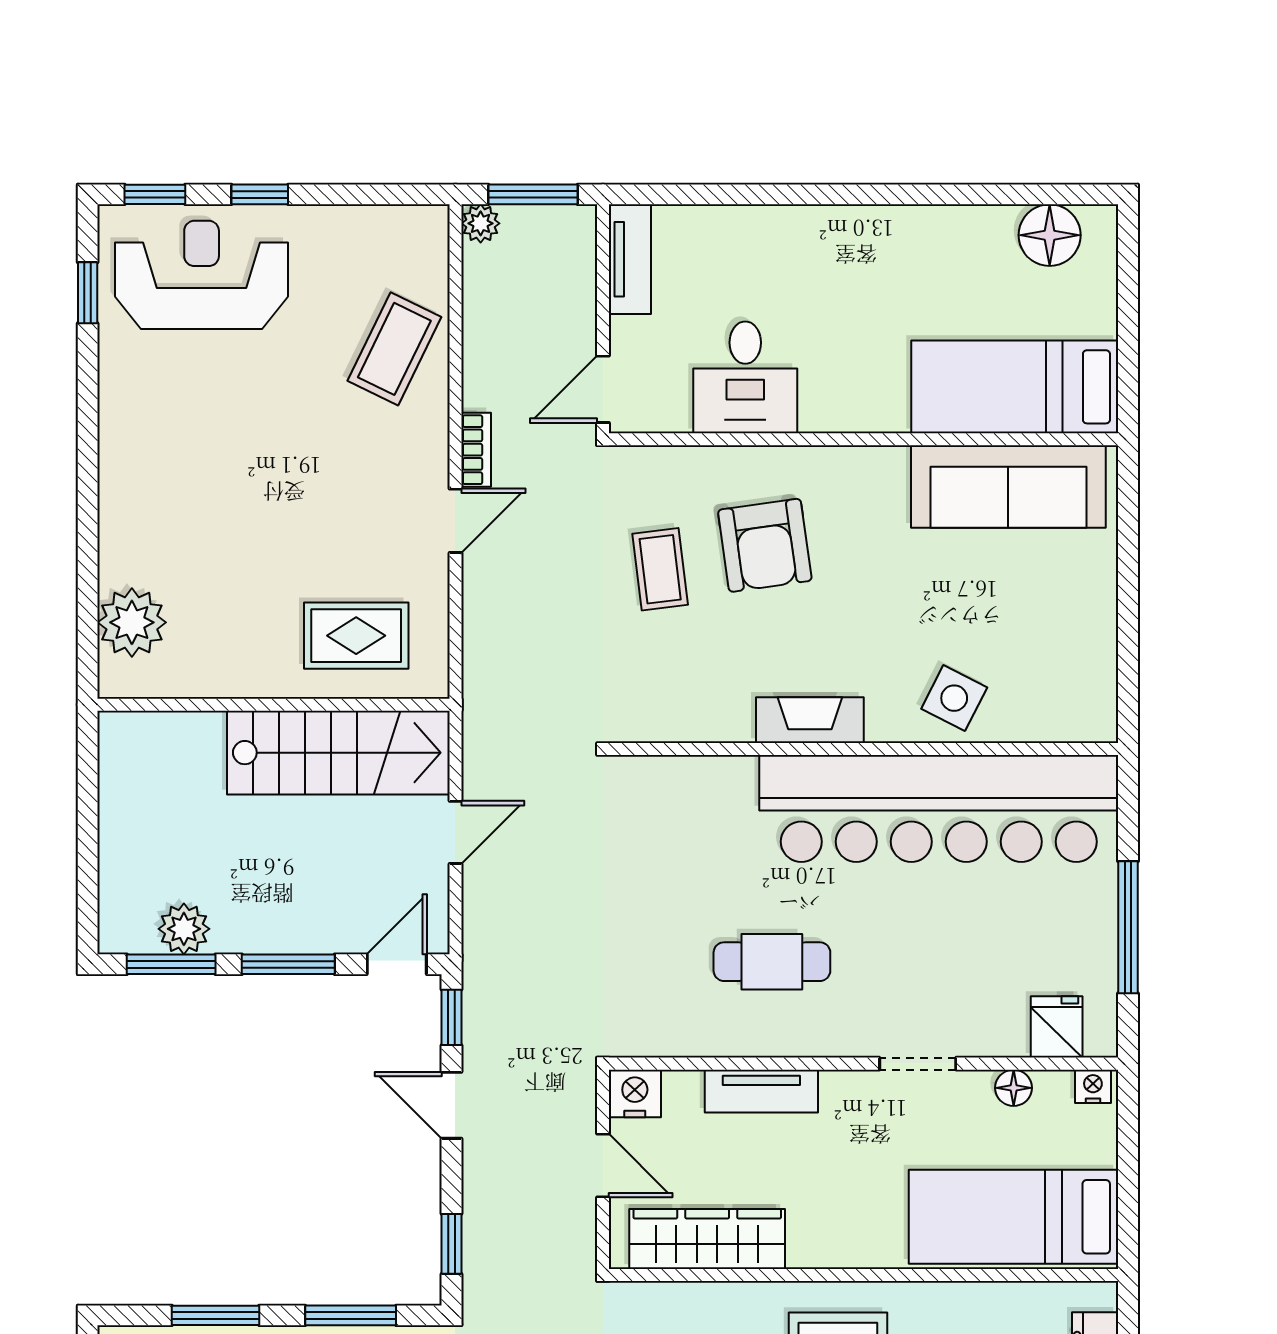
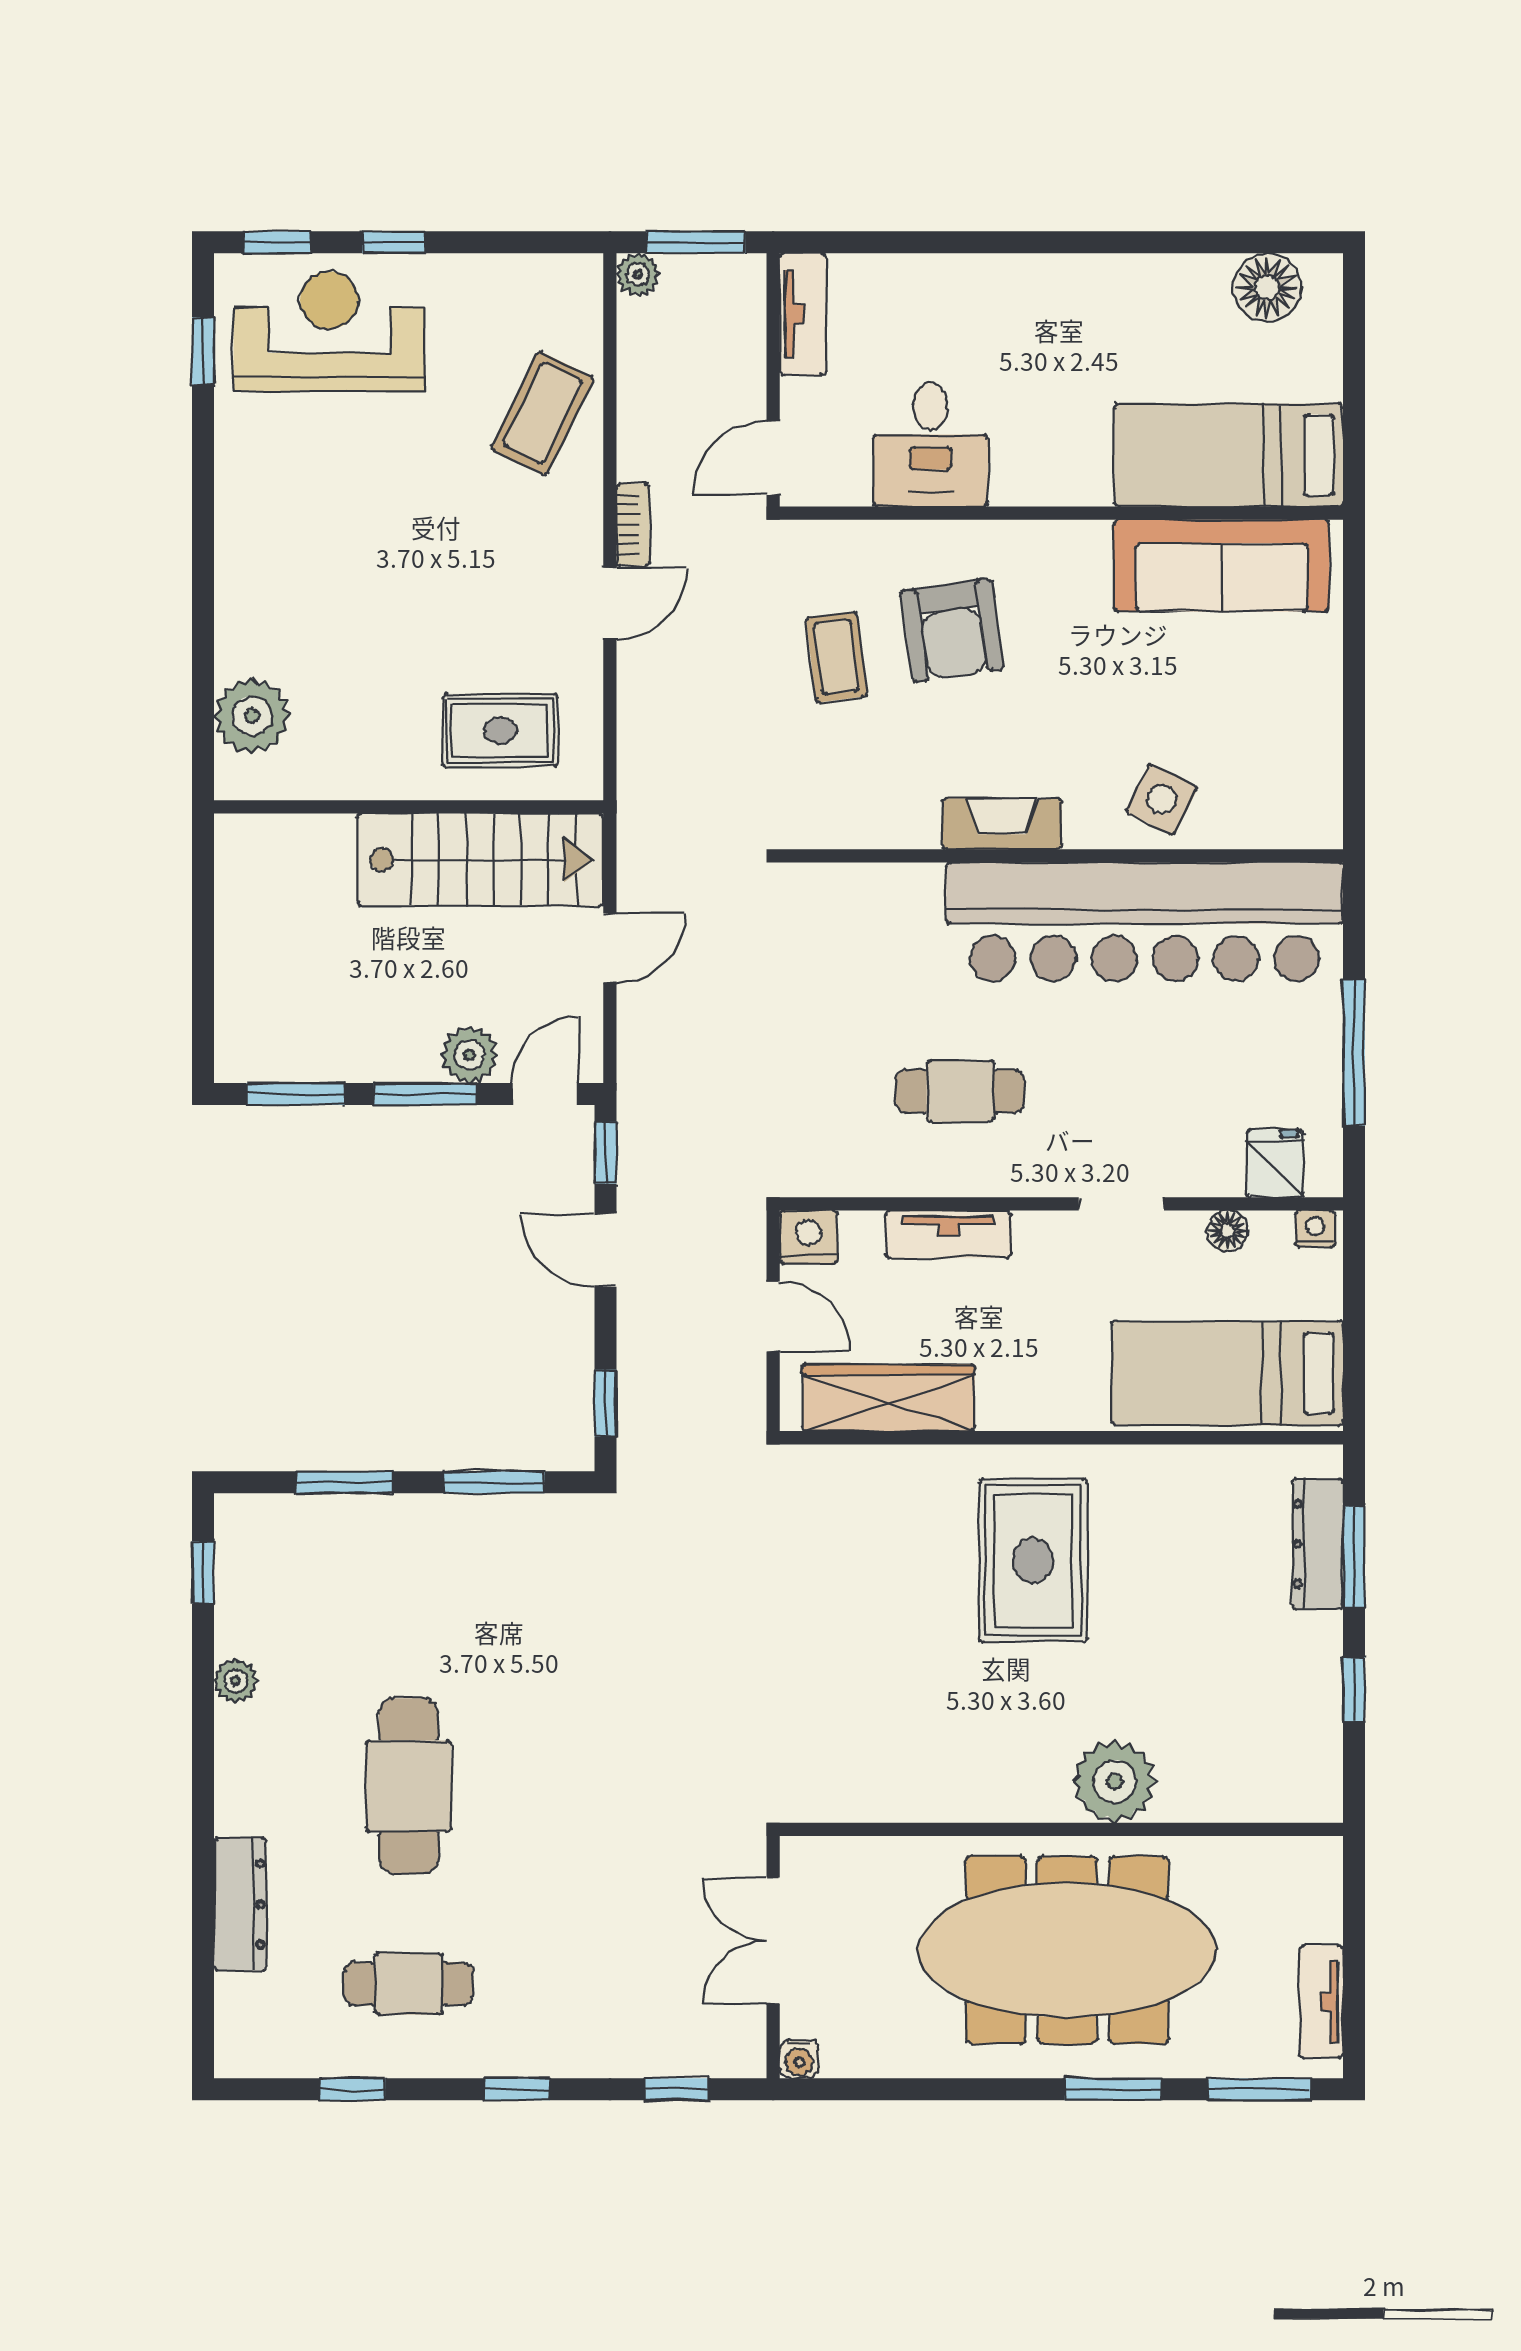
plant: (184, 929) -> (470, 1055), moved

